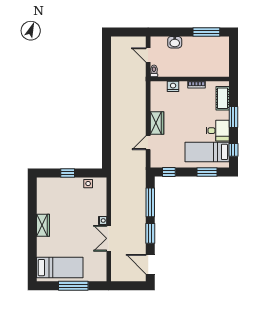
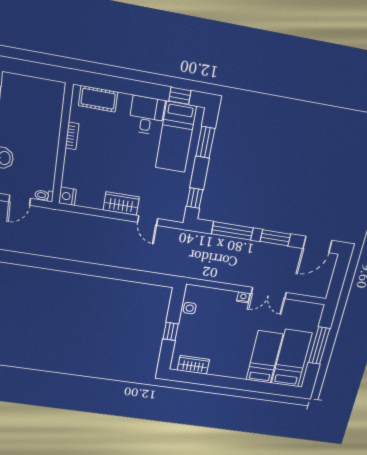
nightstand: (173, 86) -> (67, 196), moved
window: (233, 117) -> (129, 87), removed
wardrobe: (43, 225) -> (193, 365), moved
bed: (58, 247) -> (264, 357), added

